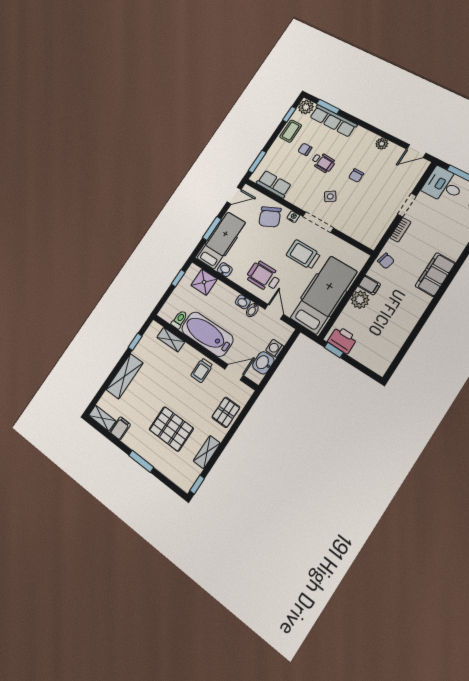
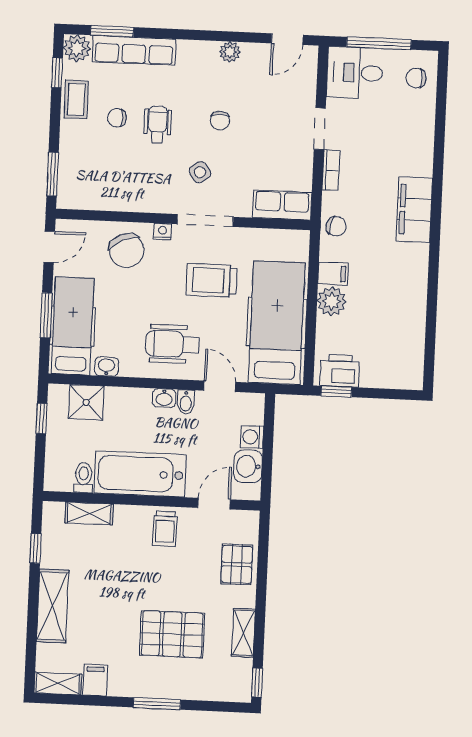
wheelchair: (323, 162) -> (158, 125), turned -93
row of seats: (274, 184) -> (282, 205), moved

